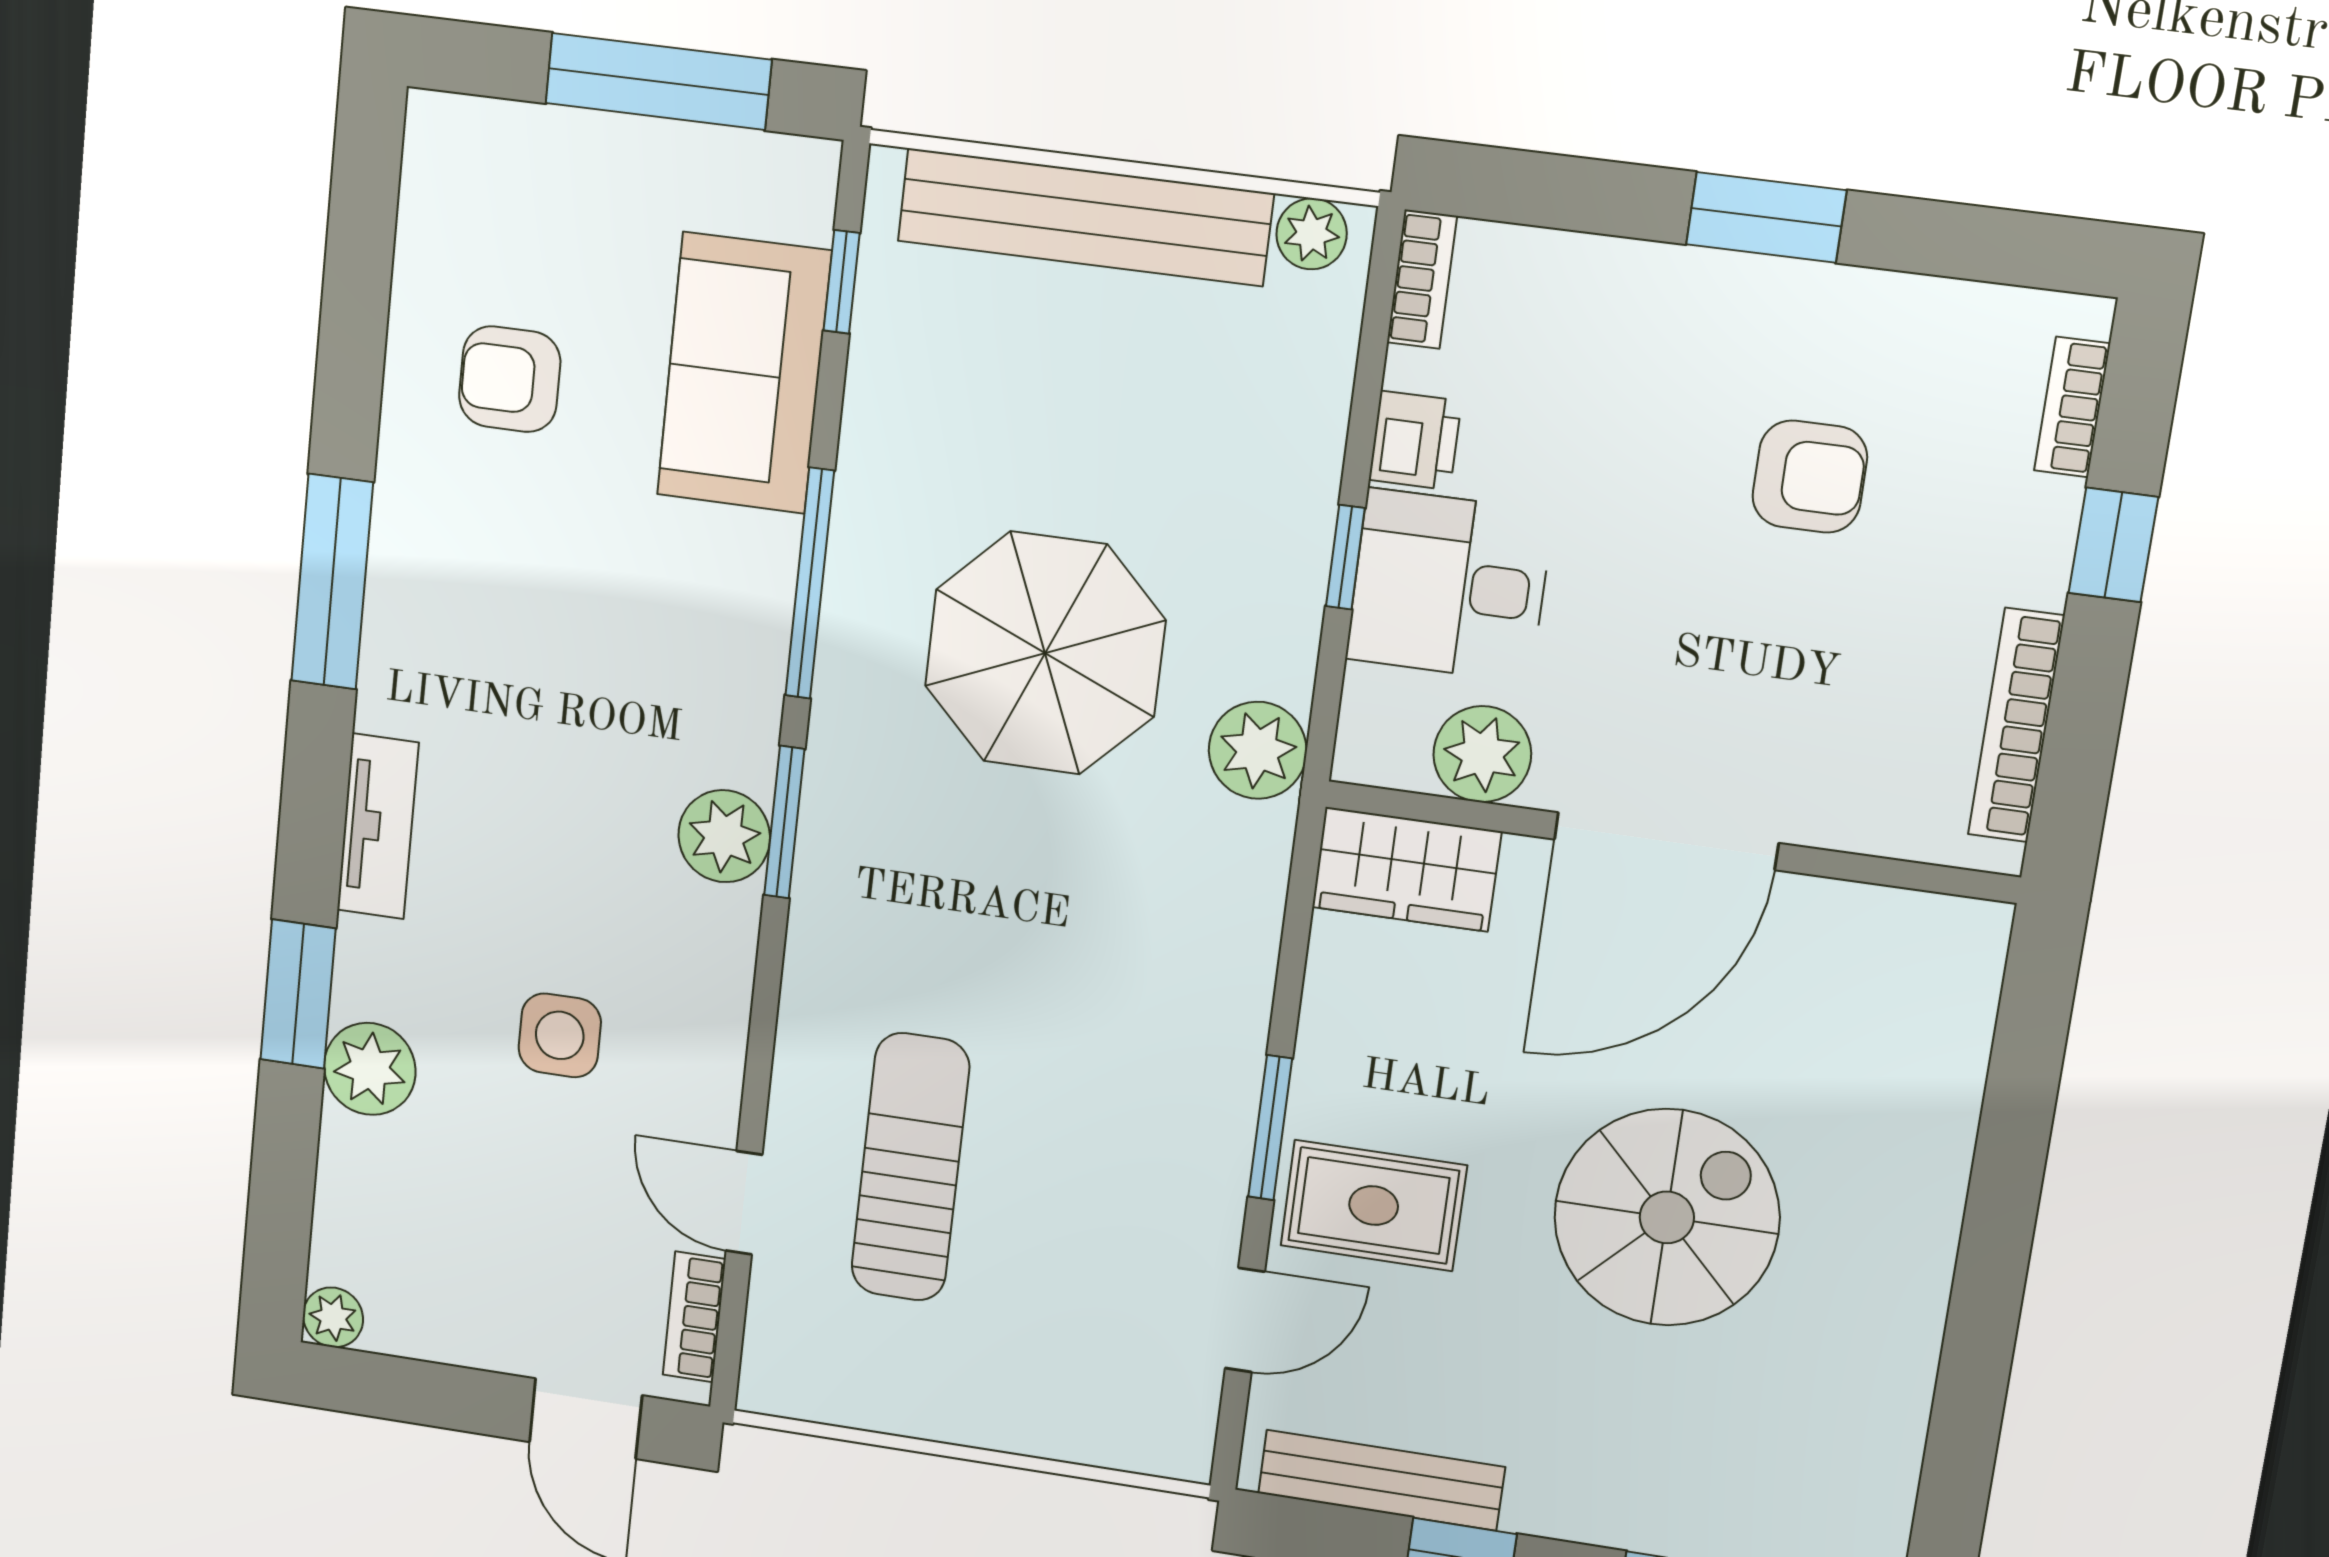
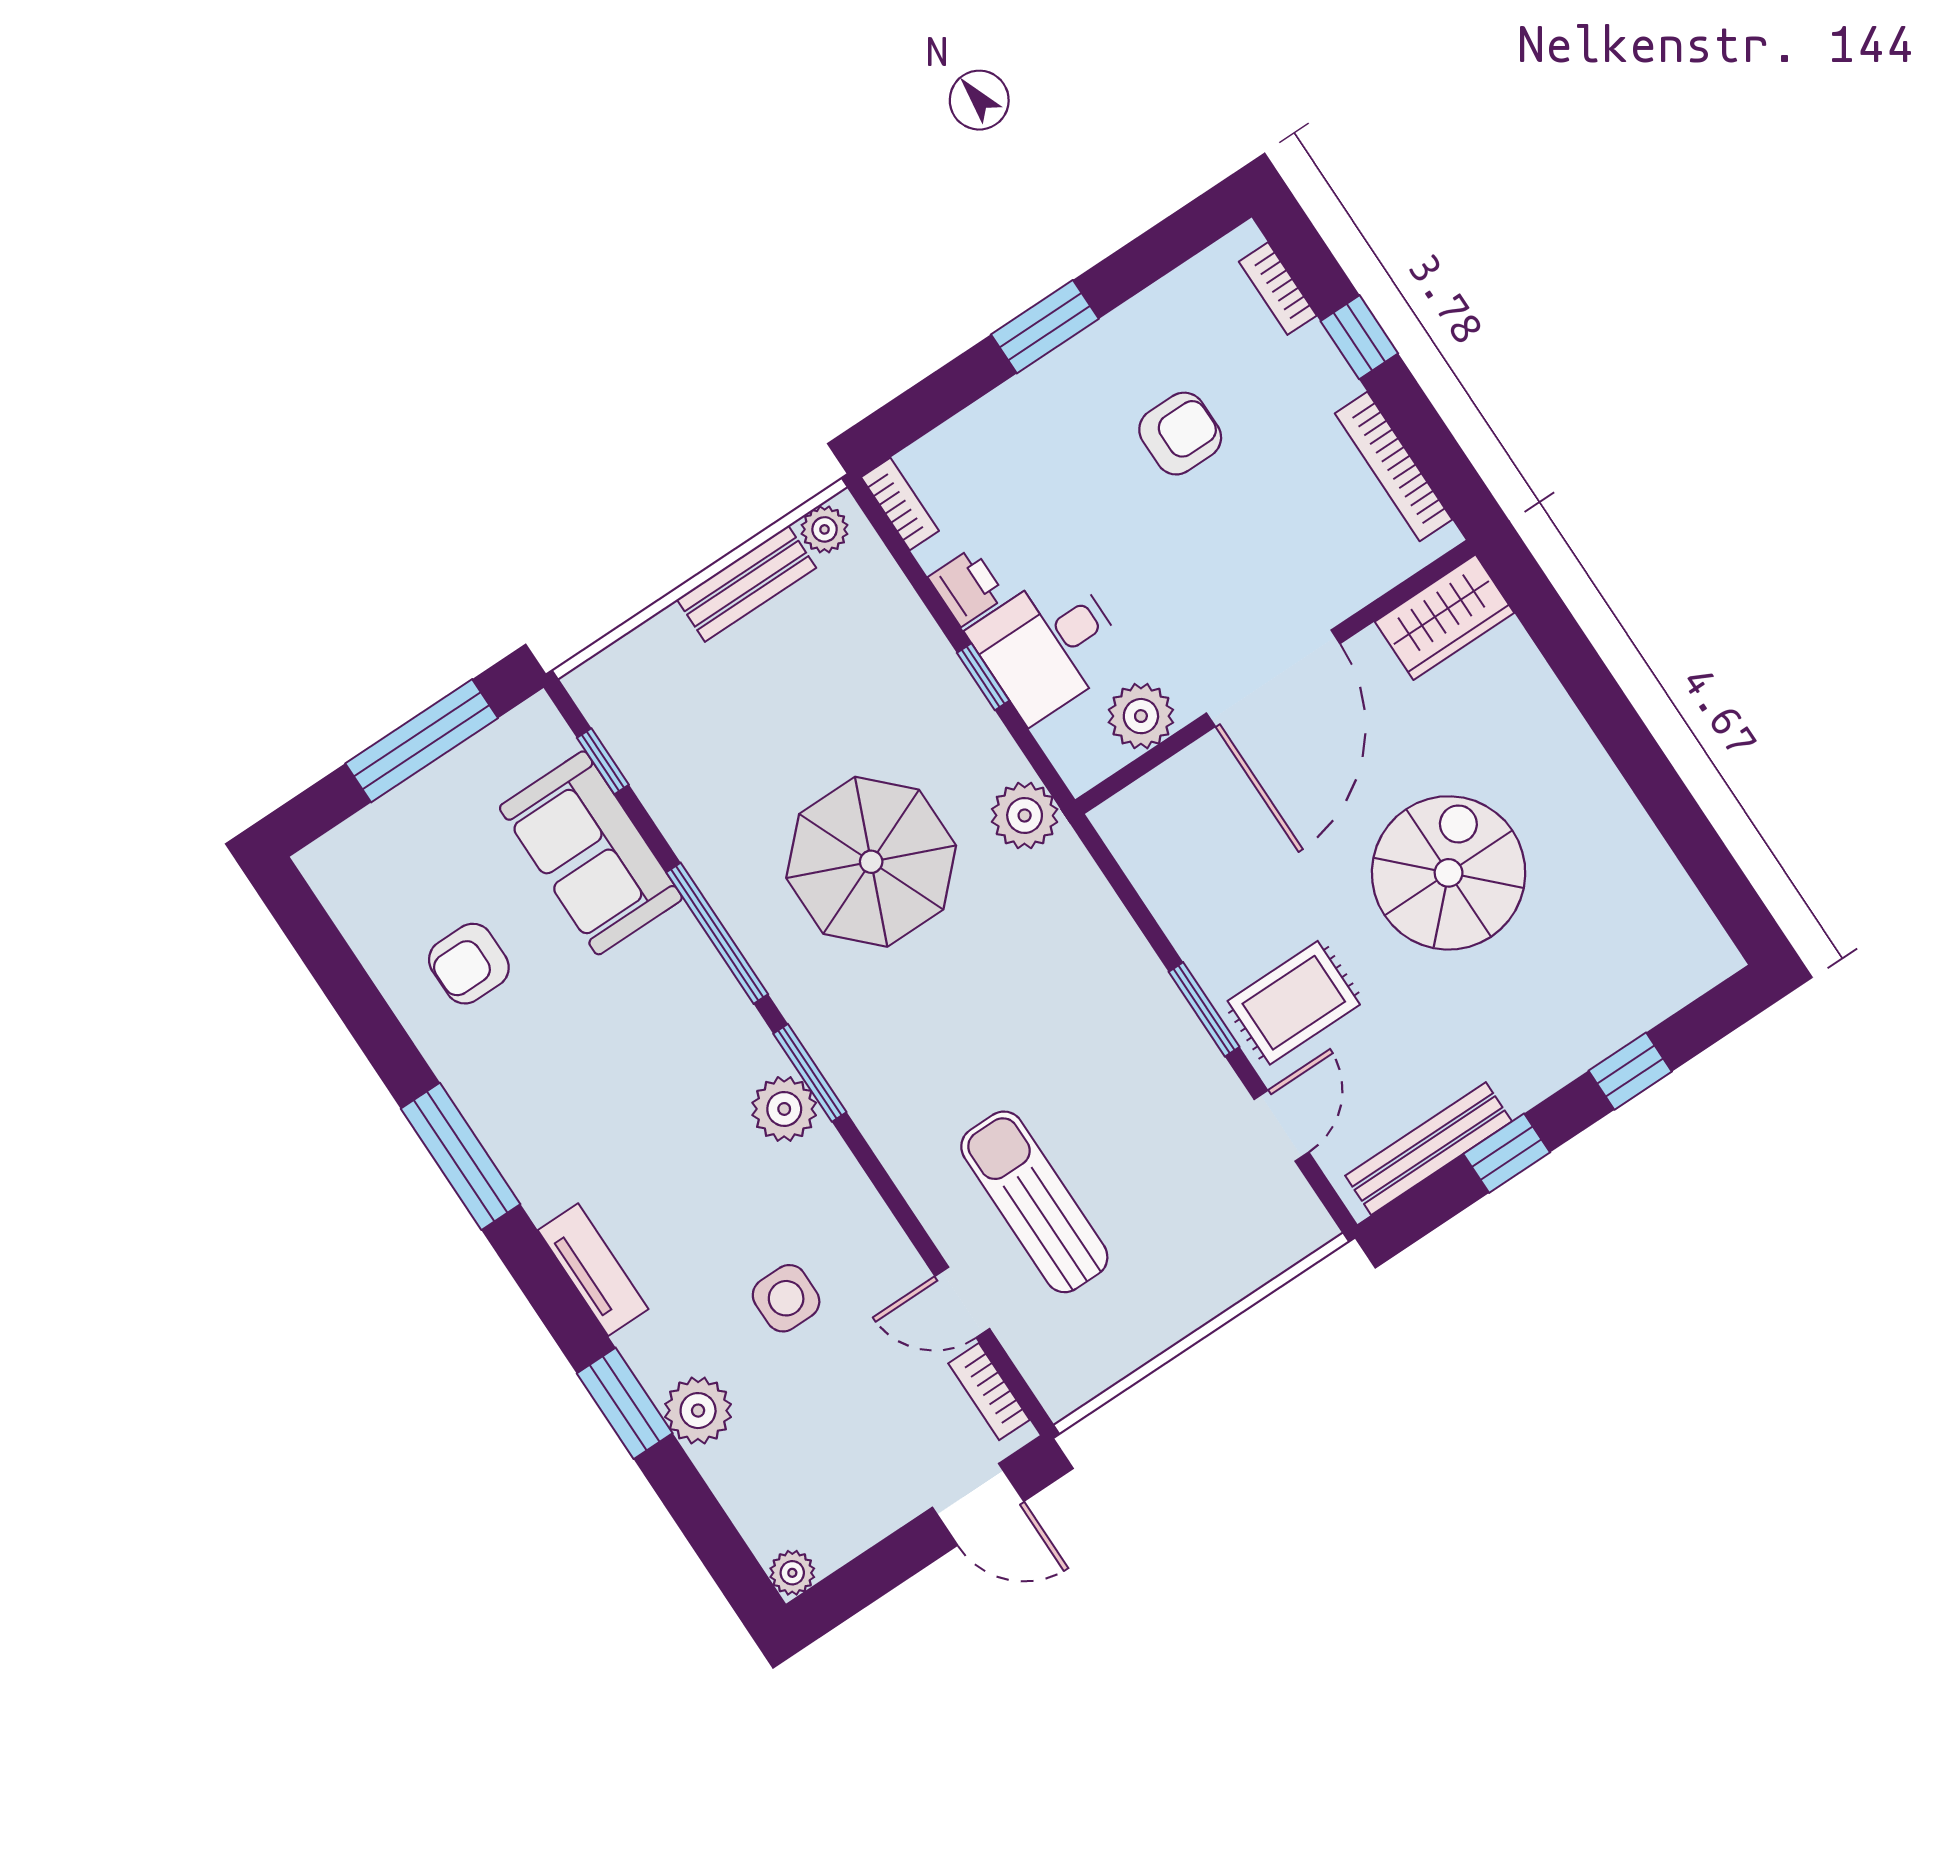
bench: (1085, 217) -> (747, 584), width x0.54, depth x0.82
wardrobe: (1407, 869) -> (1444, 617), moved

